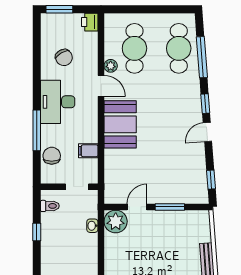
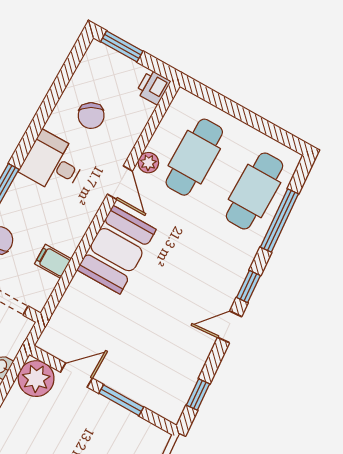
desk: (58, 102) -> (53, 163), width x0.73

